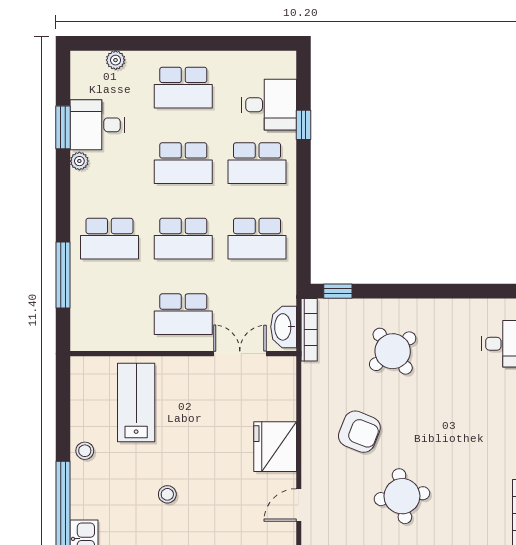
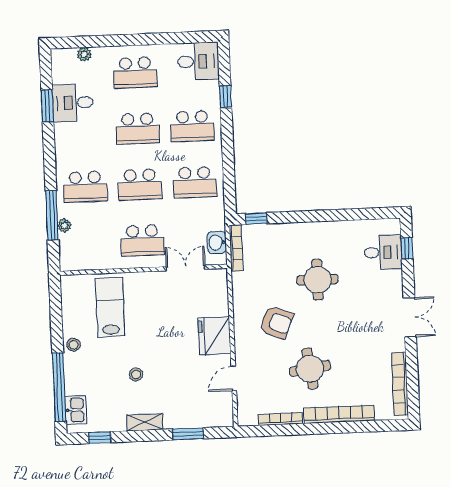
desk: (269, 105) -> (198, 61), moved
plant: (79, 161) -> (64, 225), moved
washbasin: (284, 327) -> (217, 243), width x0.72
round table: (393, 351) -> (317, 280), moved, turned 38

